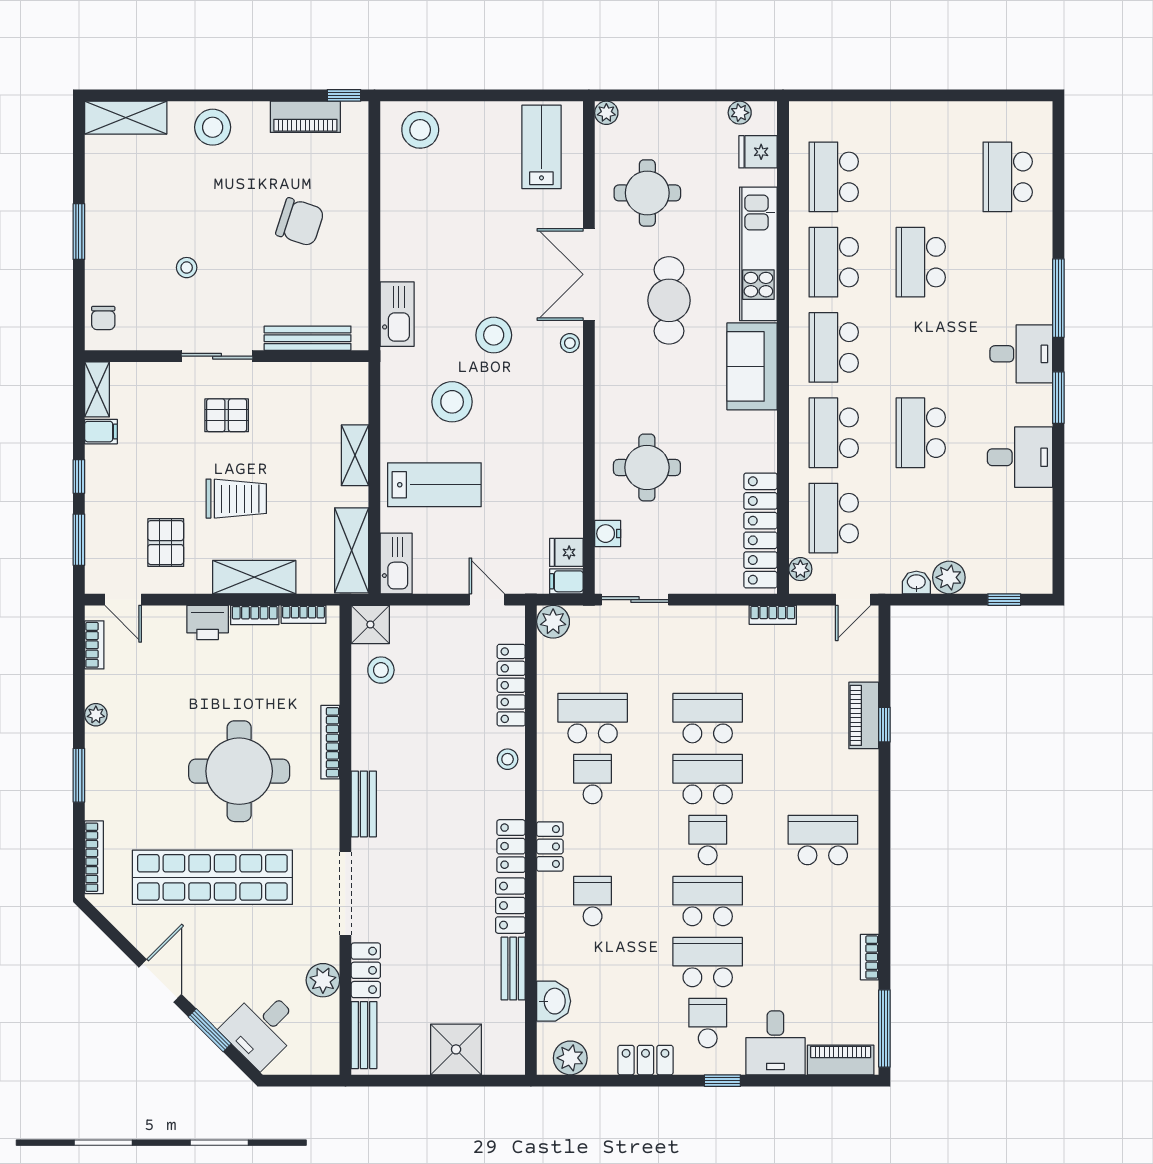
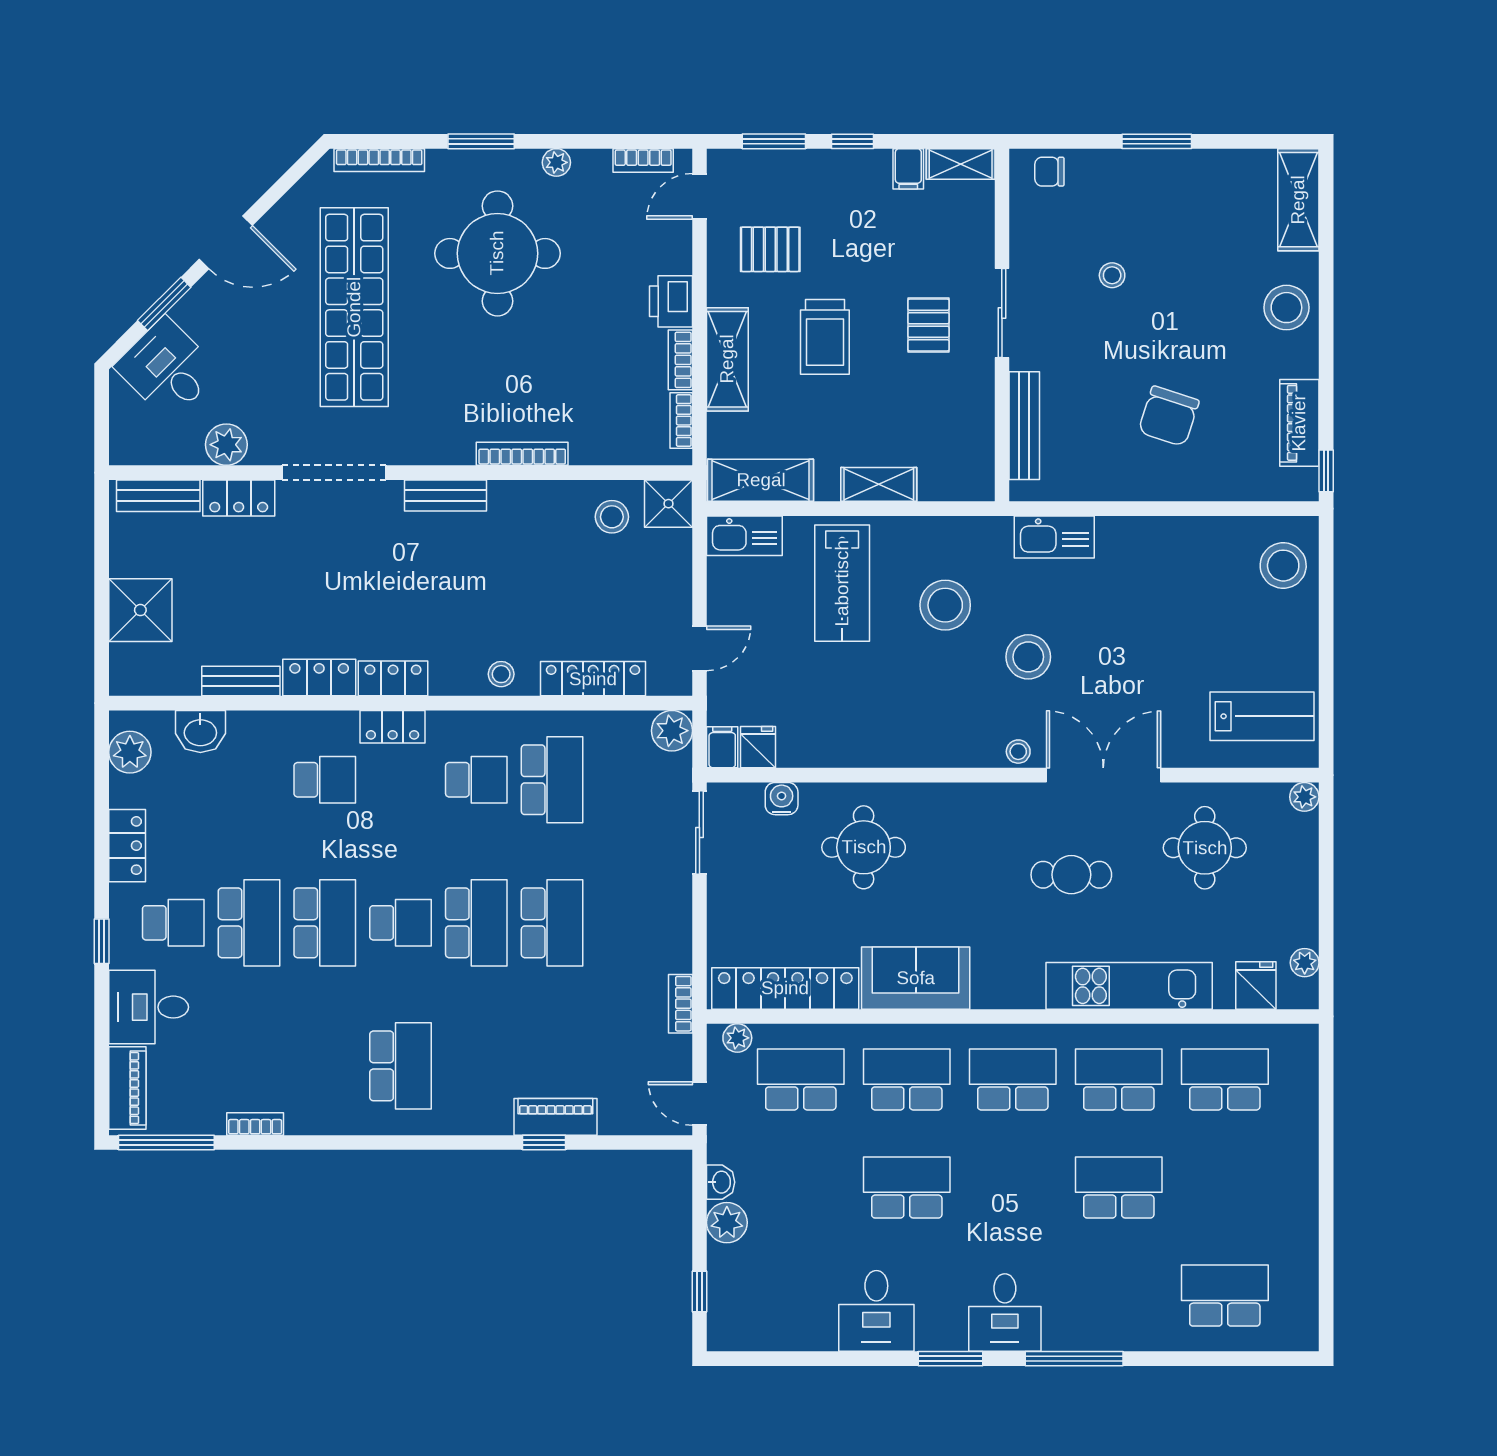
cafe table: (669, 300) -> (1071, 875), width x0.73, depth x0.74
sofa: (752, 366) -> (916, 978), moved
round table: (239, 771) -> (497, 253), moved

